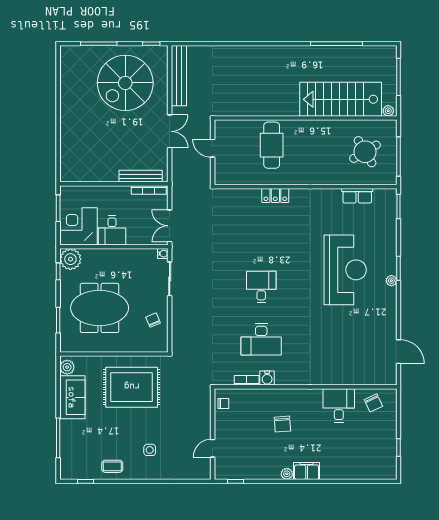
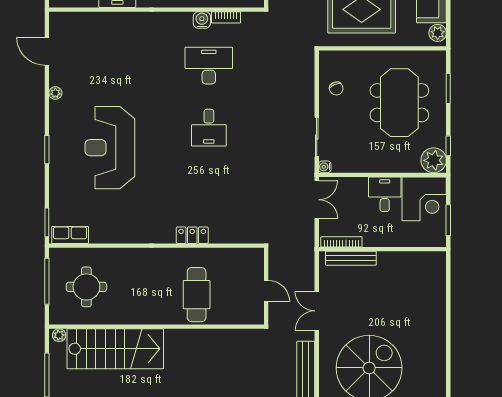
round table: (365, 152) -> (86, 287), turned 31
row of seats: (357, 196) -> (70, 235), moved
plant: (391, 281) -> (55, 93), moved
meeting table: (100, 308) -> (399, 103), turned 90

